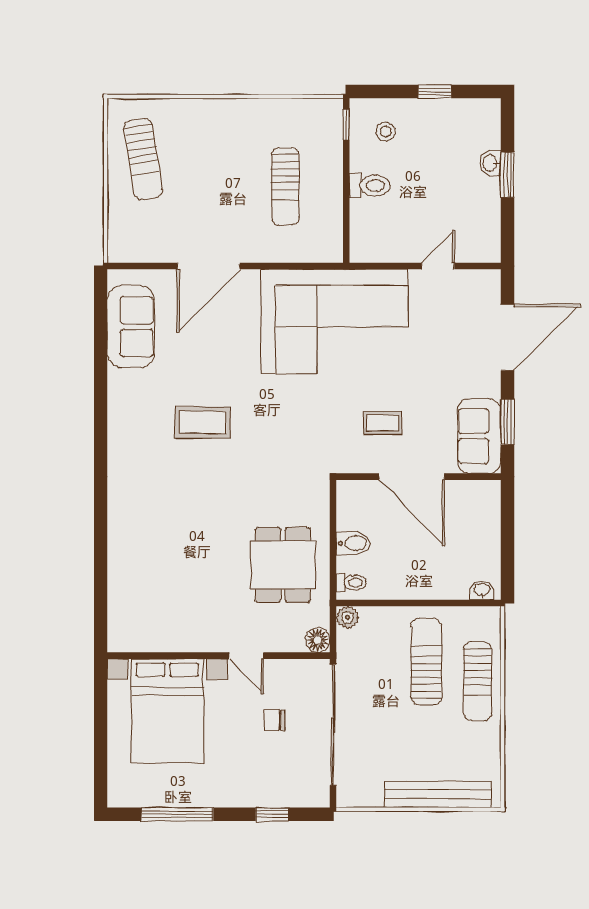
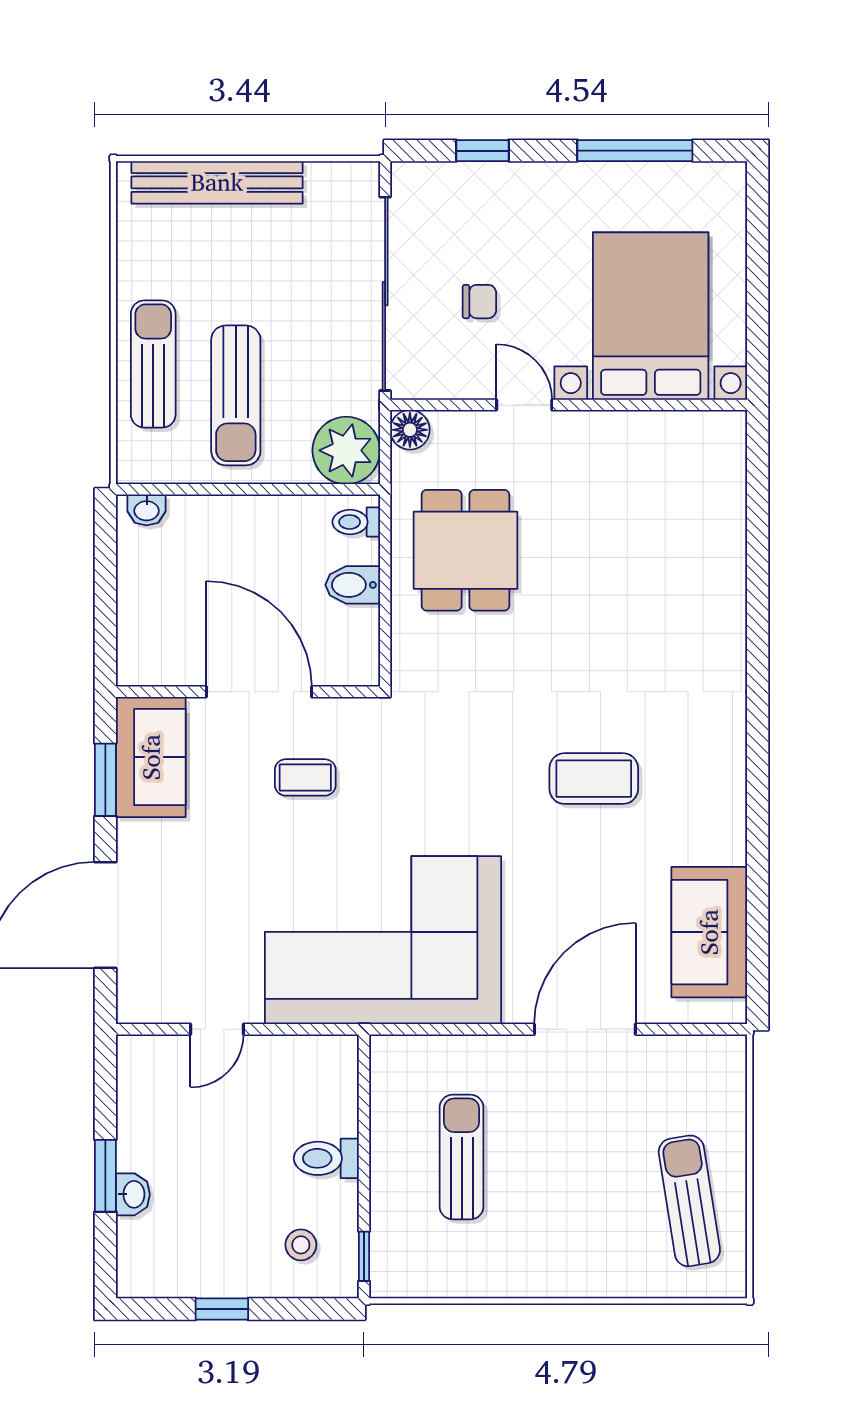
plant: (347, 617) -> (346, 450), width x1.88, depth x1.88

